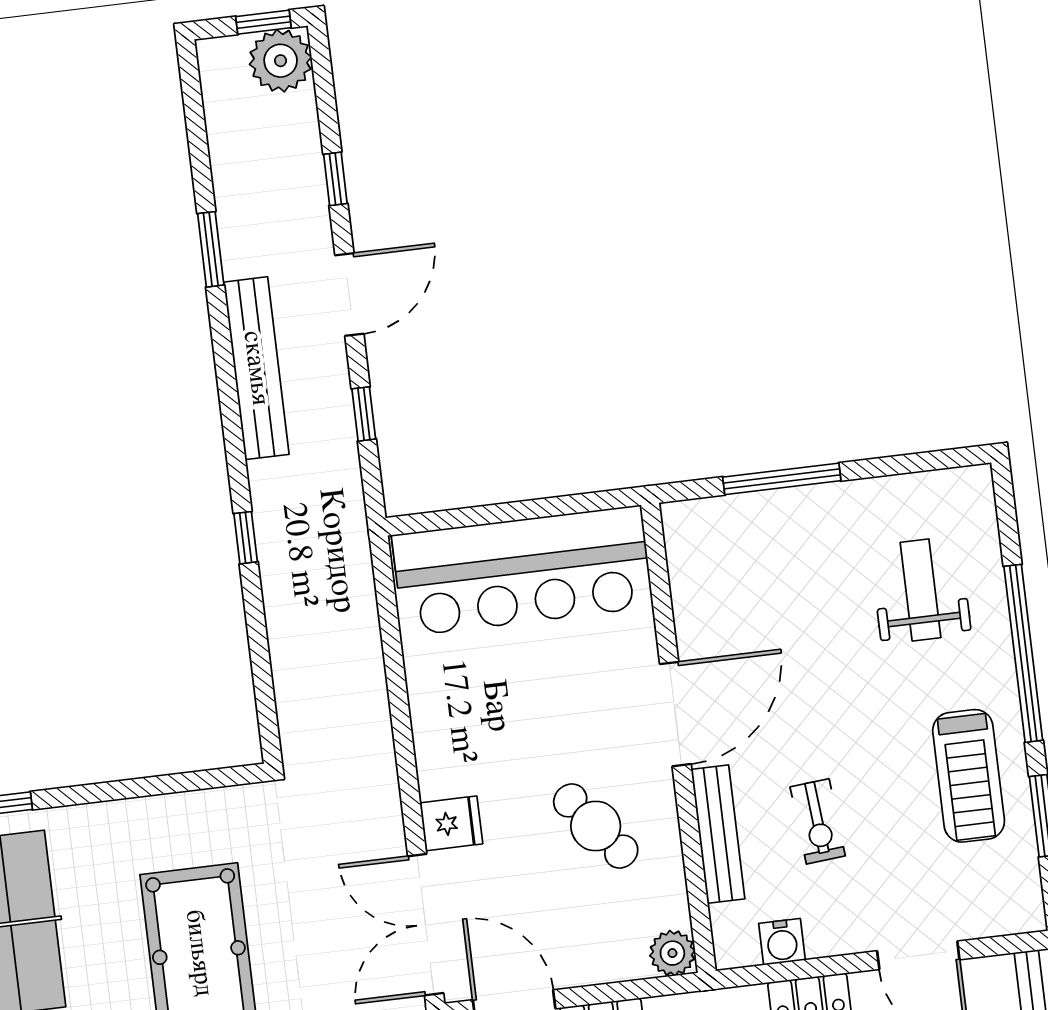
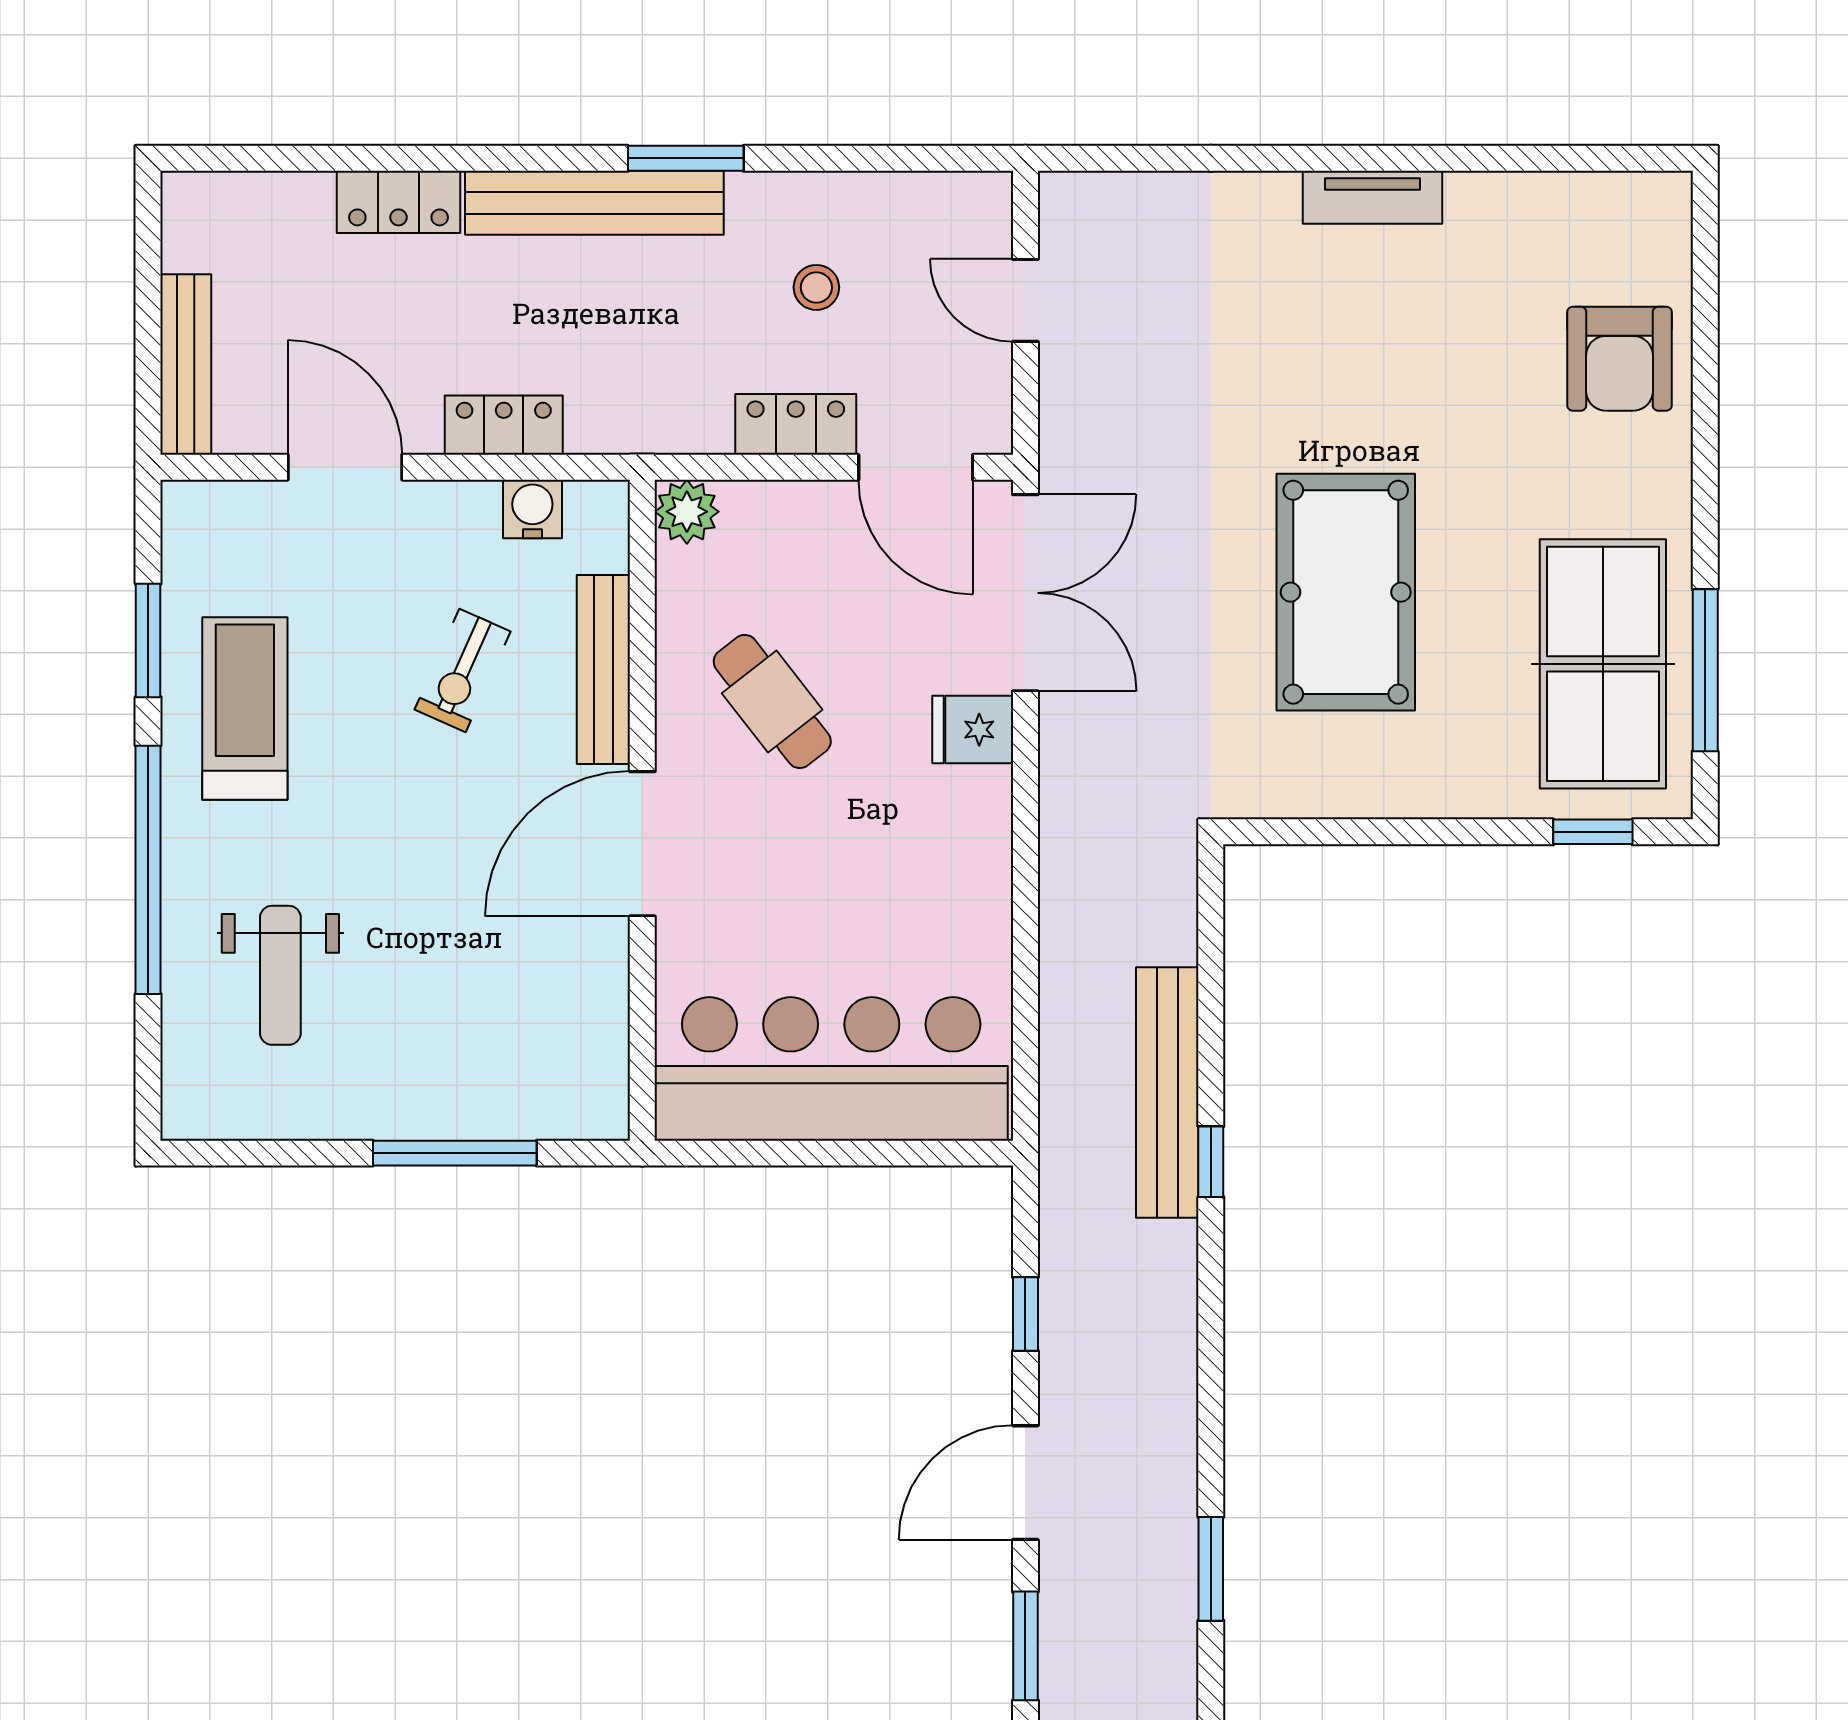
window: (335, 179) -> (1025, 1646), width x1.50
bench: (256, 368) -> (1167, 1092), moved
exercise bike: (818, 821) -> (462, 670), turned -151

